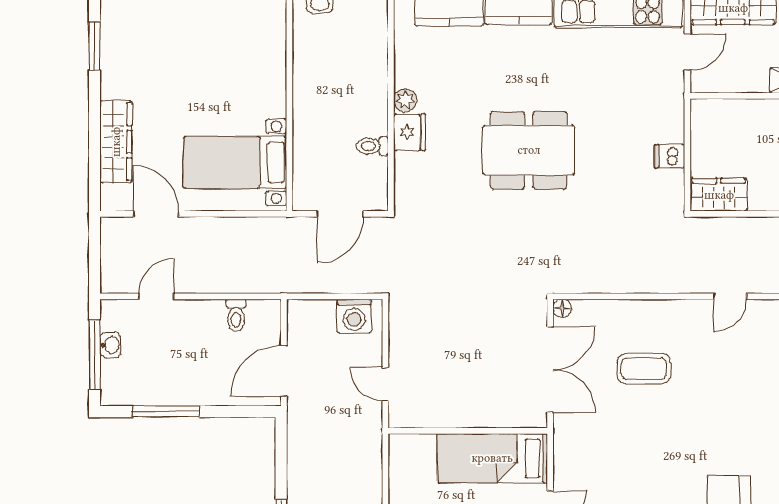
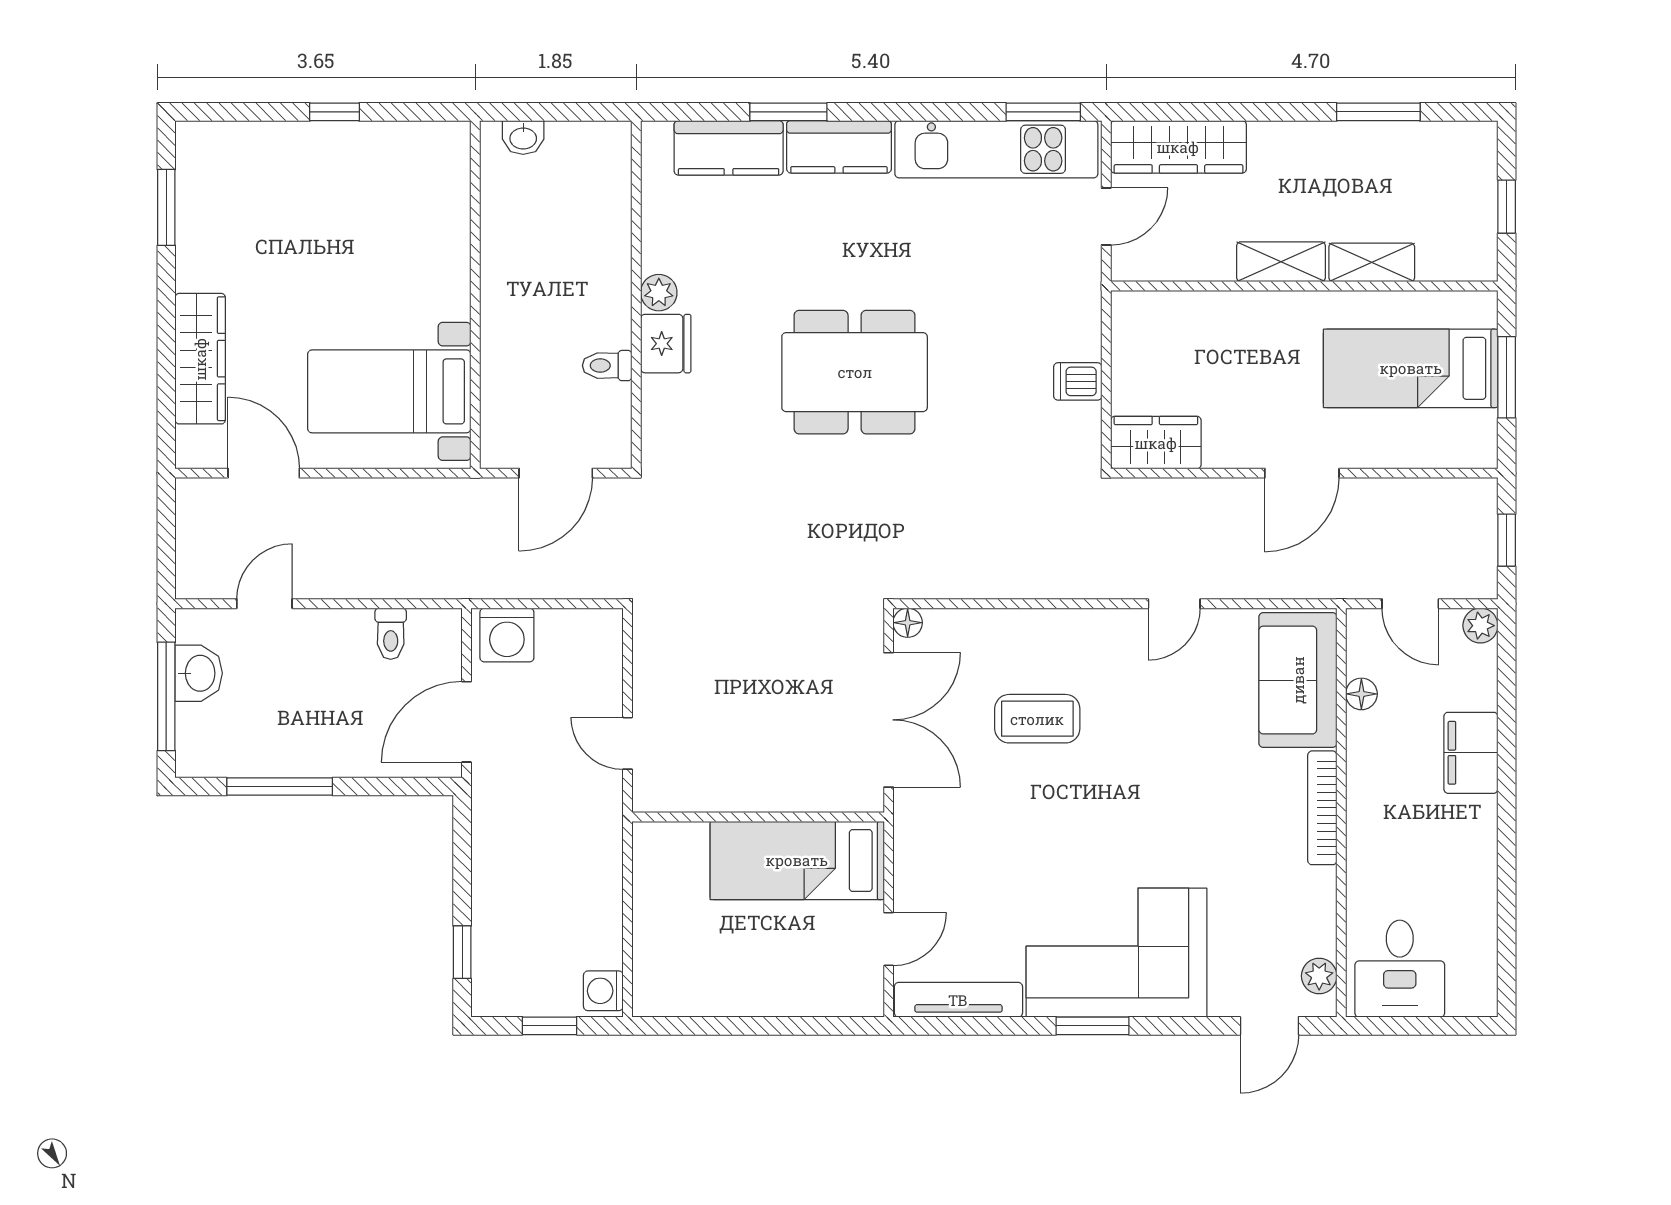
washing machine: (354, 316) -> (507, 635), moved
washbasin: (110, 345) -> (199, 673), width x1.38, depth x1.45

